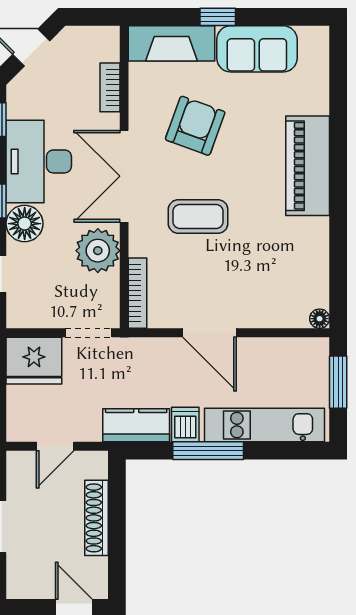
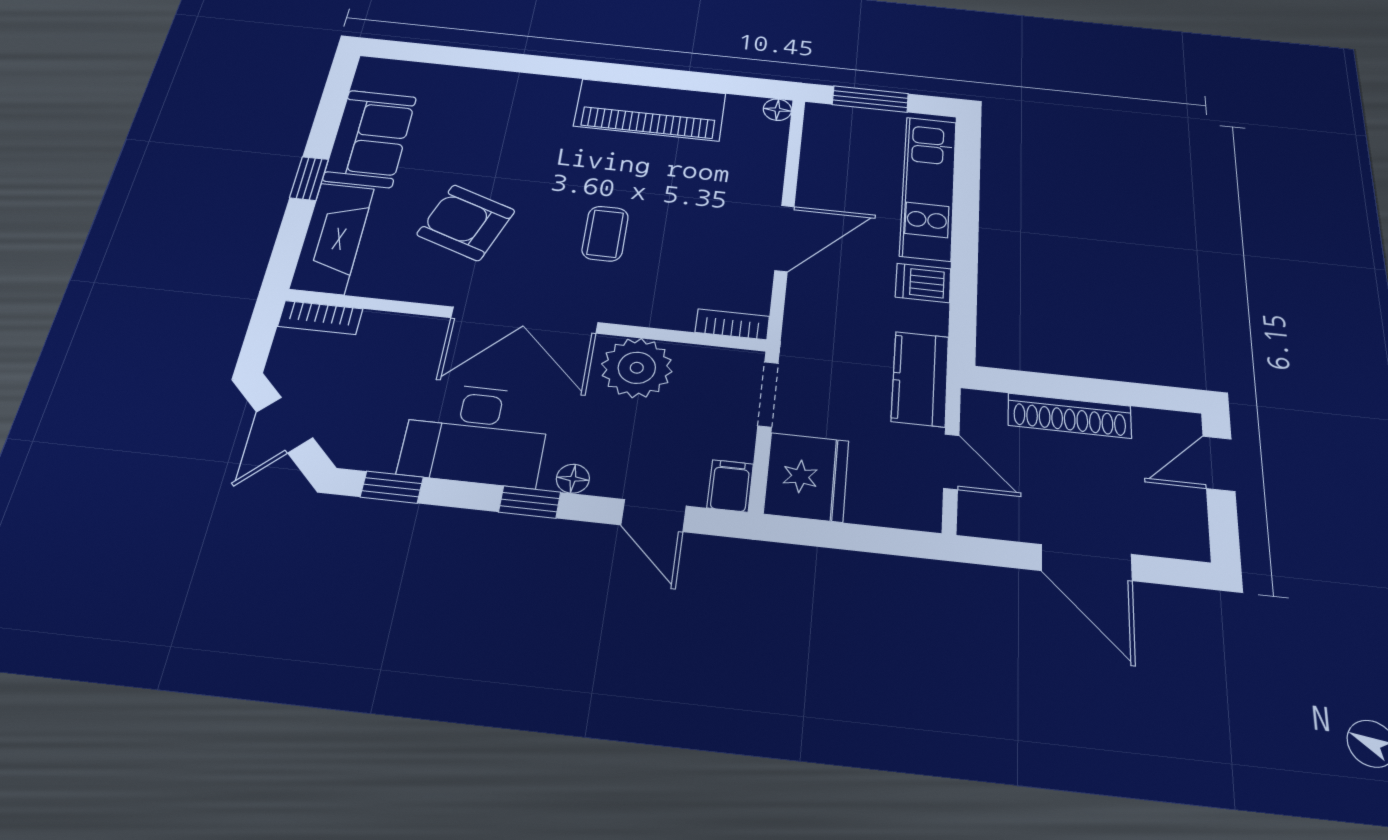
bookcase: (110, 87) -> (320, 318), moved
piano: (308, 166) -> (650, 110), moved
coffee table: (198, 217) -> (605, 234), width x0.73, depth x0.77
floor lamp: (25, 224) -> (573, 479), width x0.53, depth x0.53
bookcase: (138, 293) -> (732, 324), width x0.64
filing cabinet: (23, 316) -> (730, 486), added
kitchen counter: (136, 425) -> (920, 379), moved
window: (208, 451) -> (965, 259), removed

